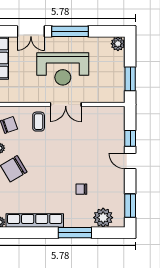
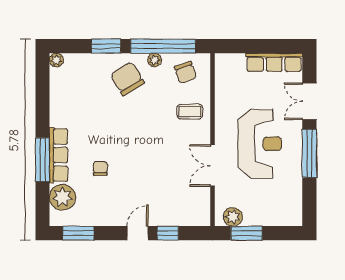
plant: (118, 44) -> (233, 217), moved
reception desk: (63, 69) -> (260, 144), turned 180
double door: (66, 105) -> (212, 166), moved
row of seats: (35, 221) -> (59, 155), moved, width x0.73

